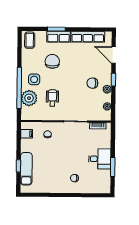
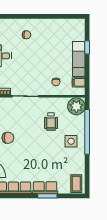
chair: (52, 61) -> (52, 161), removed
plant: (29, 98) -> (76, 106), moved
exam couch: (26, 169) -> (79, 59), moved

